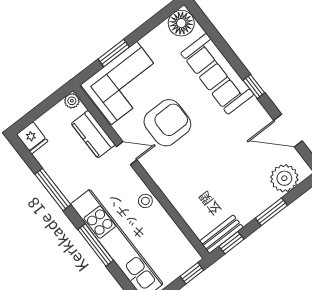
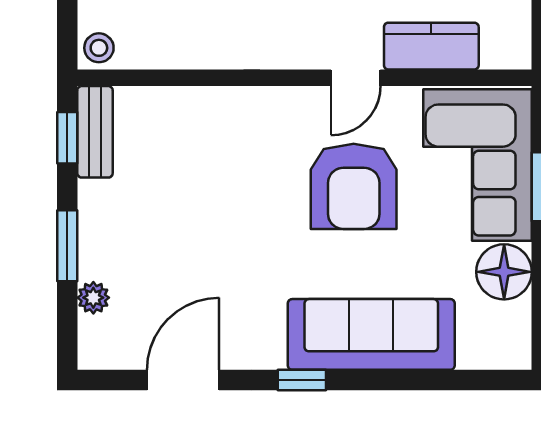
floor lamp: (181, 23) -> (504, 272), moved
plant: (72, 101) -> (516, 54), removed
plant: (284, 178) -> (93, 298), width x0.53, depth x0.53
stool: (145, 201) -> (99, 48), moved
window: (192, 273) -> (67, 31), removed

